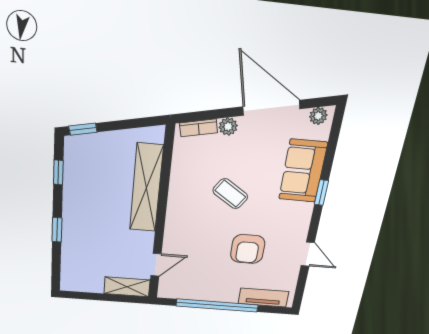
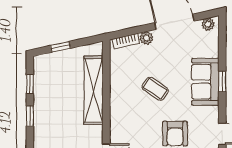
window: (83, 129) -> (60, 47), moved
sofa: (303, 171) -> (205, 82), moved
window: (57, 230) -> (30, 116), moved

